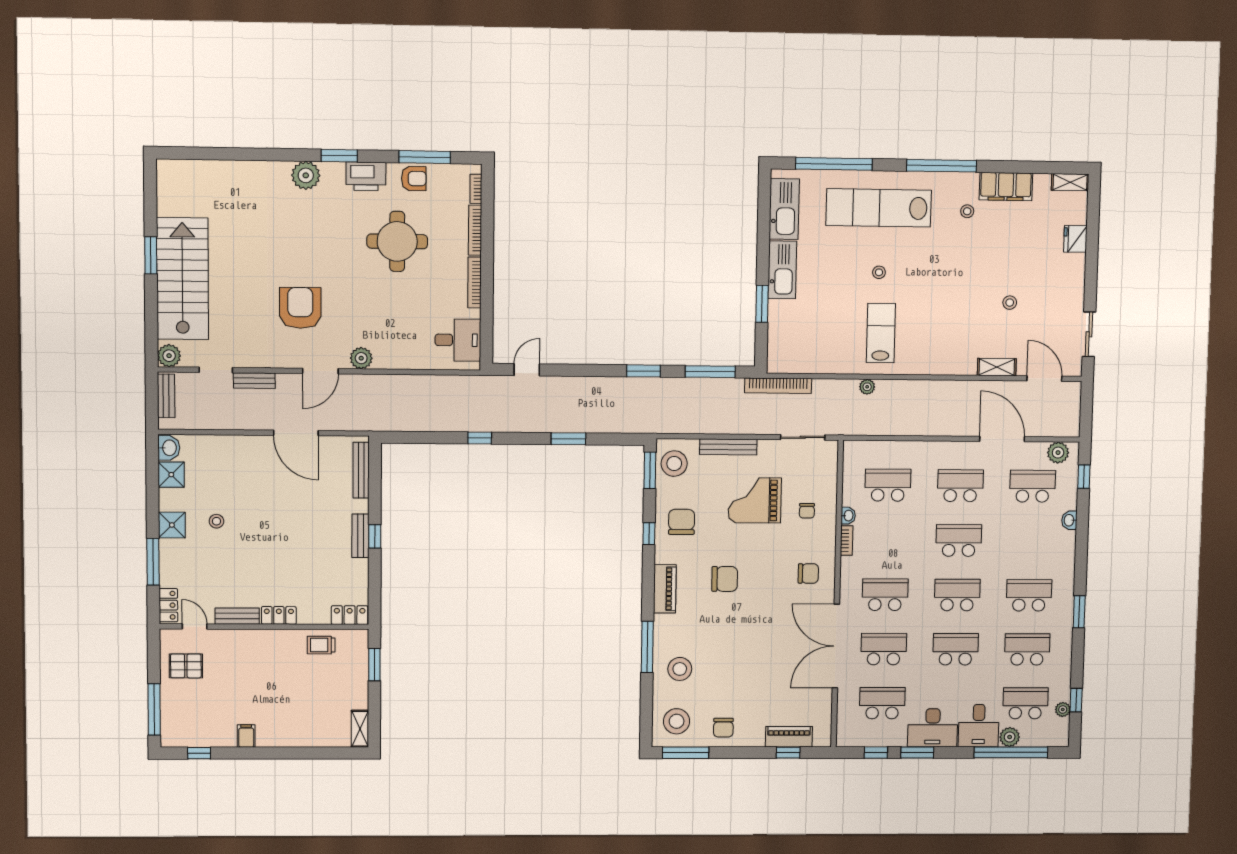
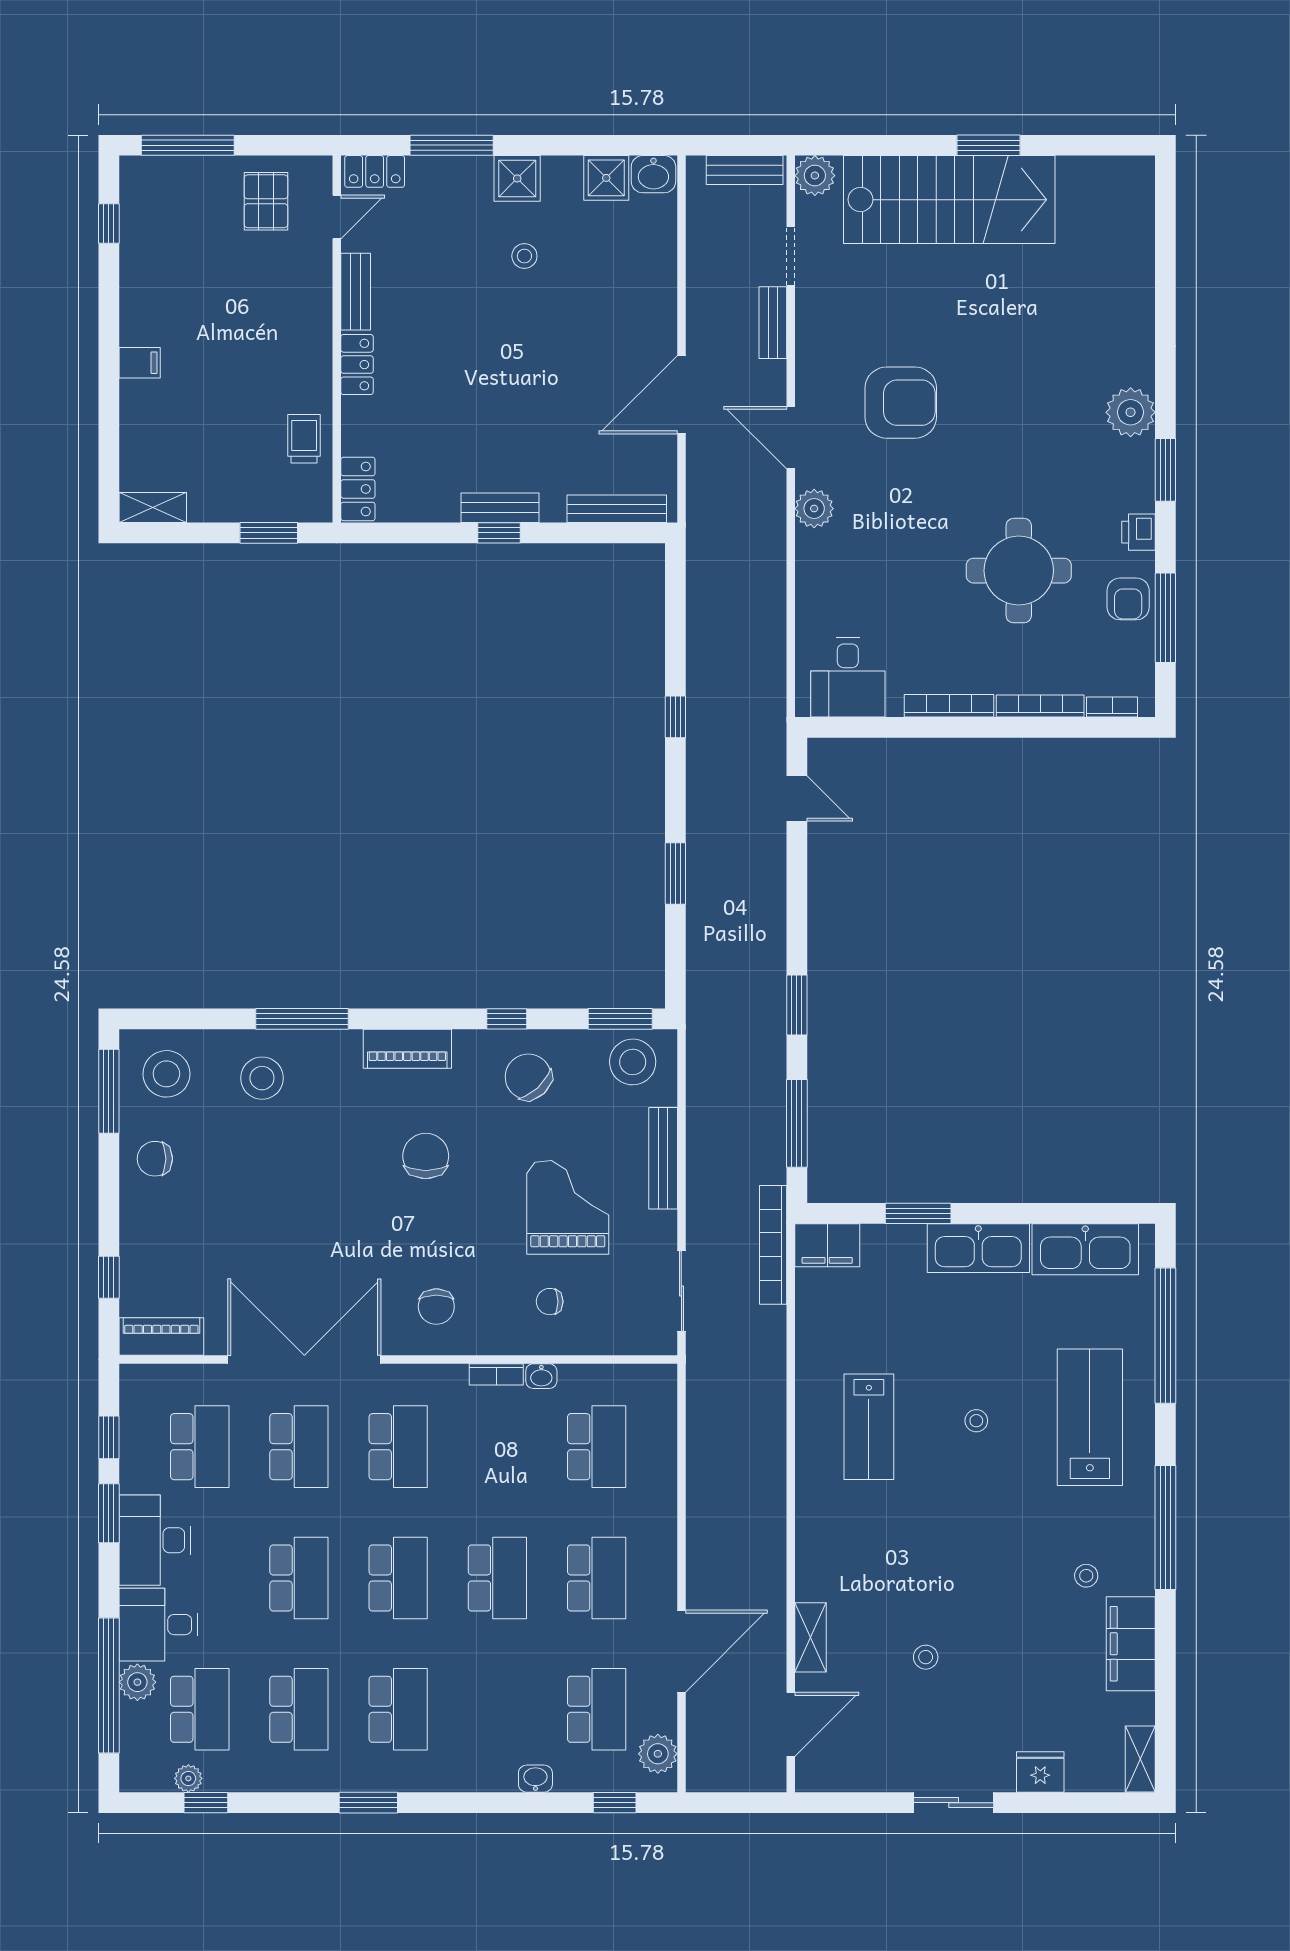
printer: (366, 176) -> (1139, 532), width x0.53, depth x0.68
lab bench: (879, 208) -> (1090, 1417), width x0.73
lab bench: (881, 333) -> (869, 1427), turned 90
sliding door: (1089, 334) -> (954, 1803), moved
filing cabinet: (779, 355) -> (827, 1245), added
plant: (867, 387) -> (773, 1405), removed
chair: (682, 522) -> (528, 1077), turned -133
chair: (725, 579) -> (426, 1156), turned 180
filing cabinet: (246, 736) -> (140, 363), moved
piano: (789, 737) -> (161, 1337), moved, turned -90

